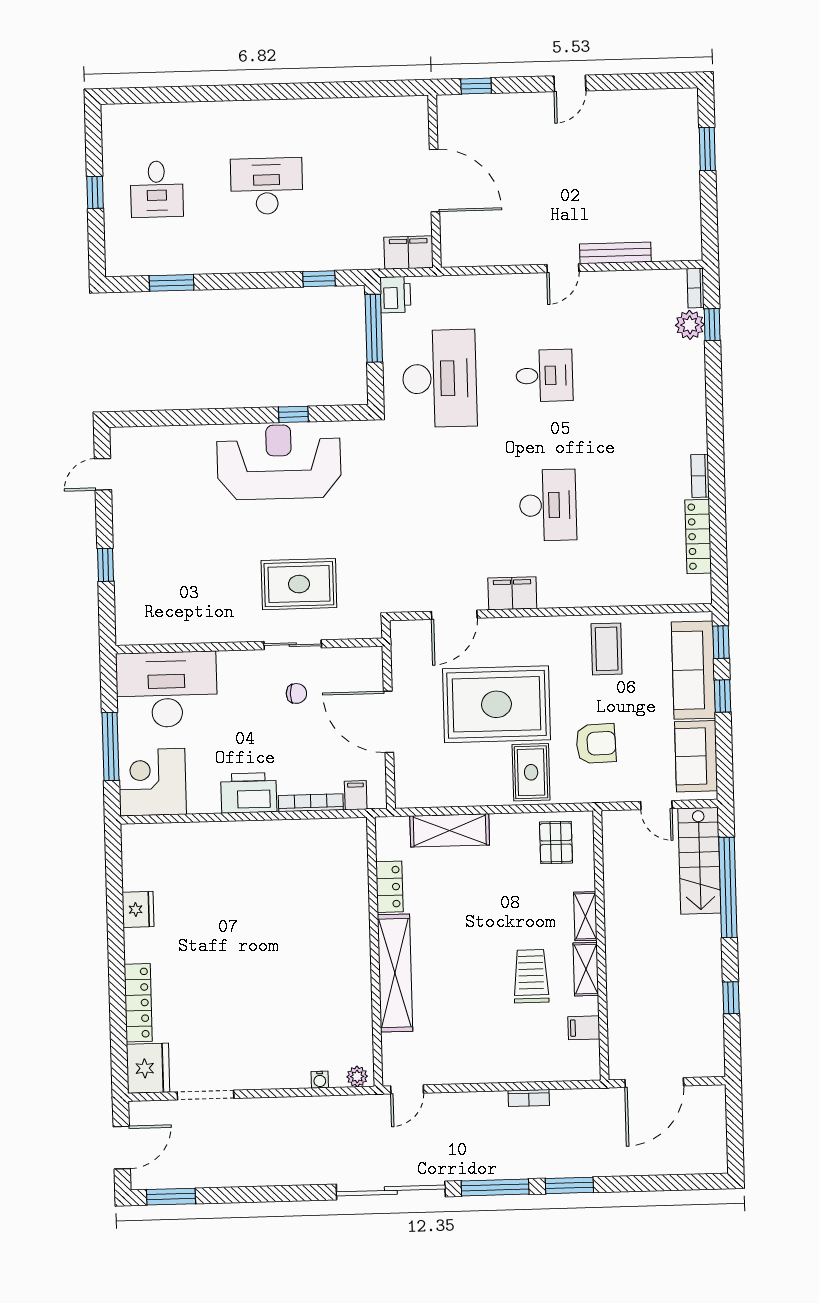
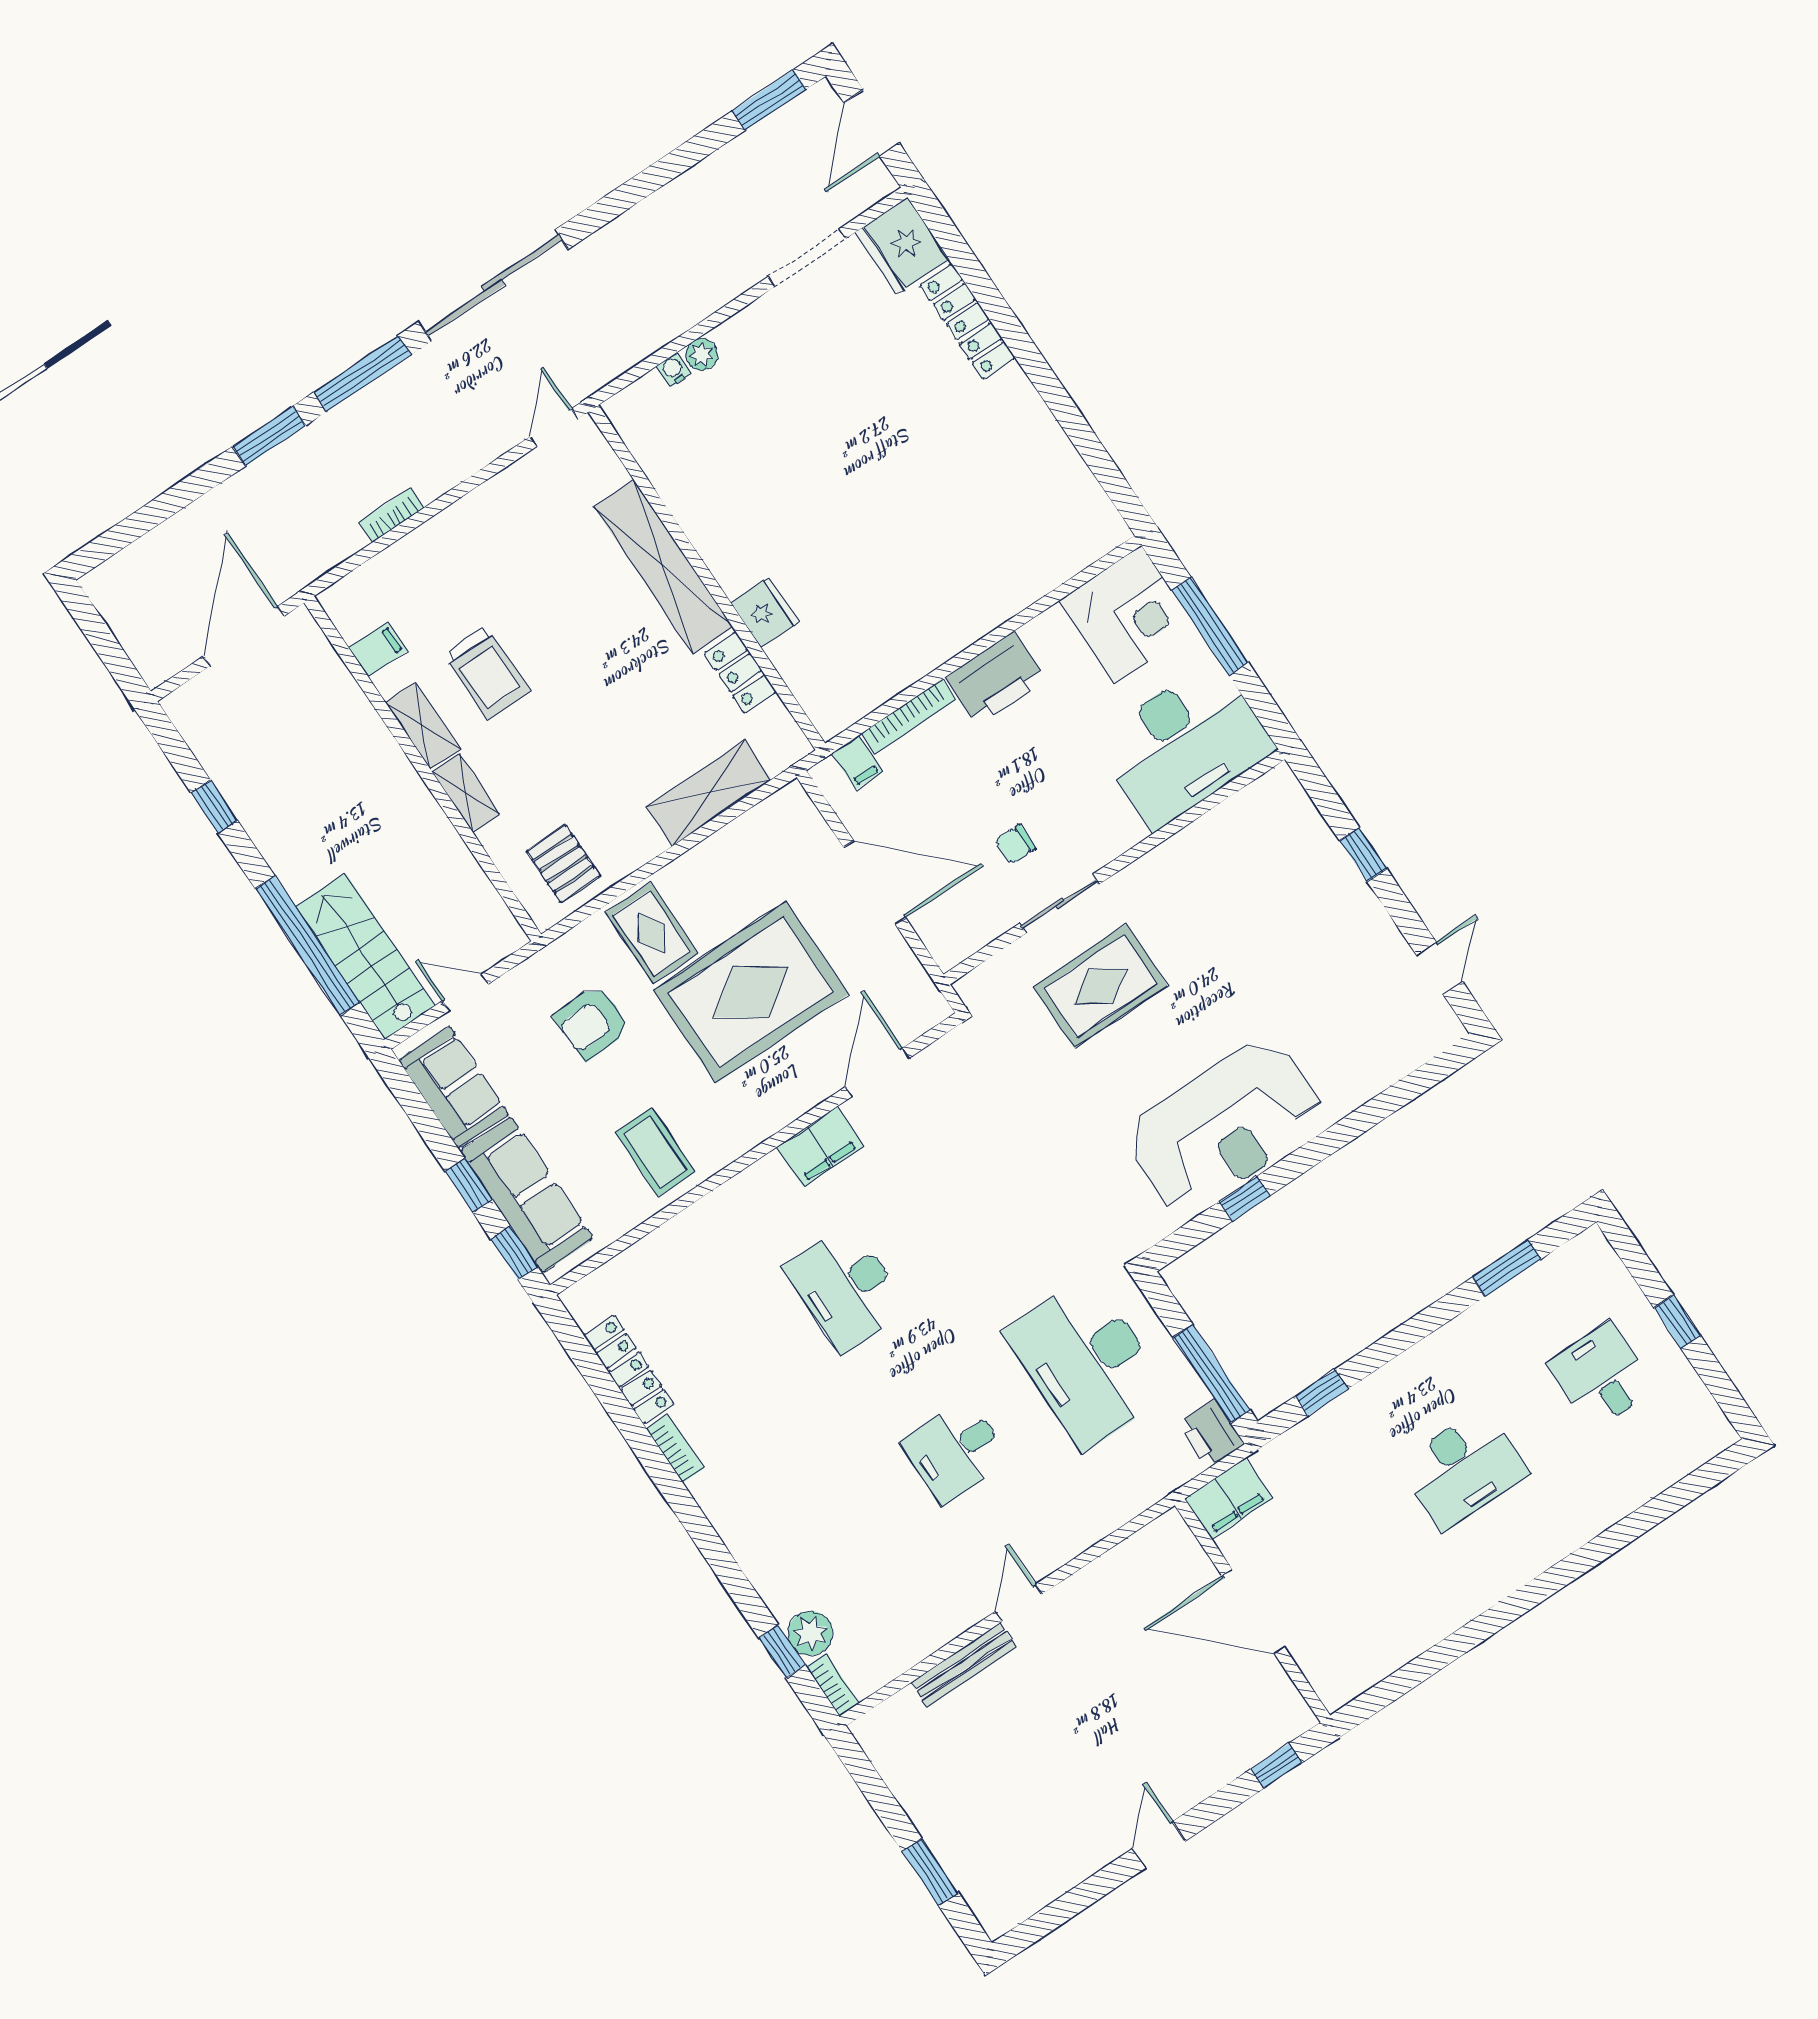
fridge: (138, 909) -> (765, 612), moved, turned 180
plant: (357, 1077) -> (702, 355), moved

